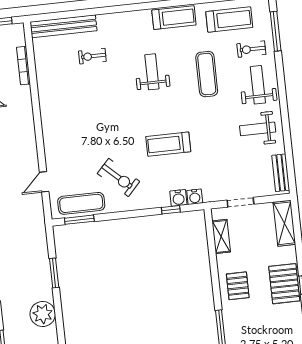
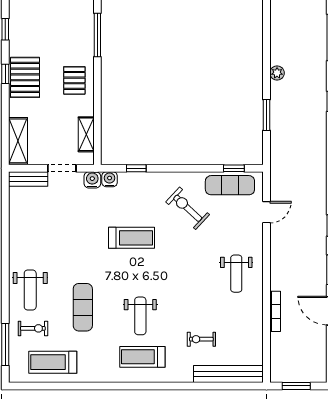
treadmill: (174, 18) -> (142, 357), moved
exercise bike: (92, 56) -> (201, 339), turned 180
bookcase: (23, 66) -> (275, 311), moved
weight bench: (258, 129) -> (236, 274), moved, turned 90
bench: (281, 173) -> (28, 179), moved, turned 90
water cooler: (178, 198) -> (92, 180), moved
window: (79, 220) -> (234, 168), width x0.67
plant: (43, 314) -> (277, 73), width x0.53, depth x0.53

